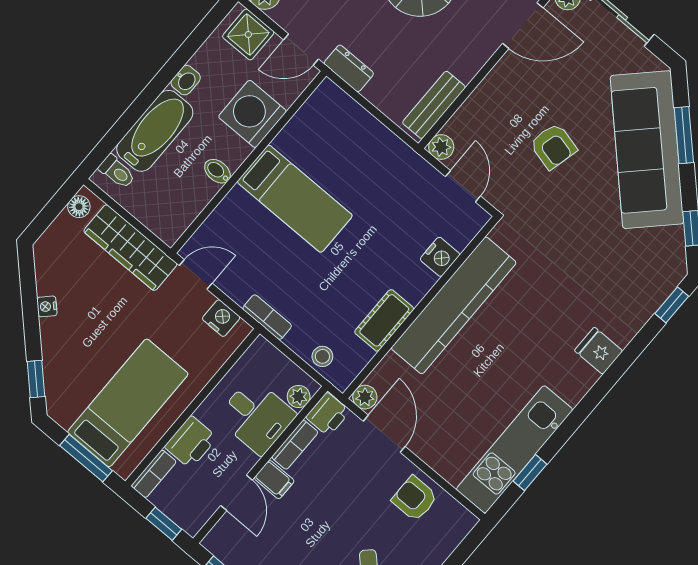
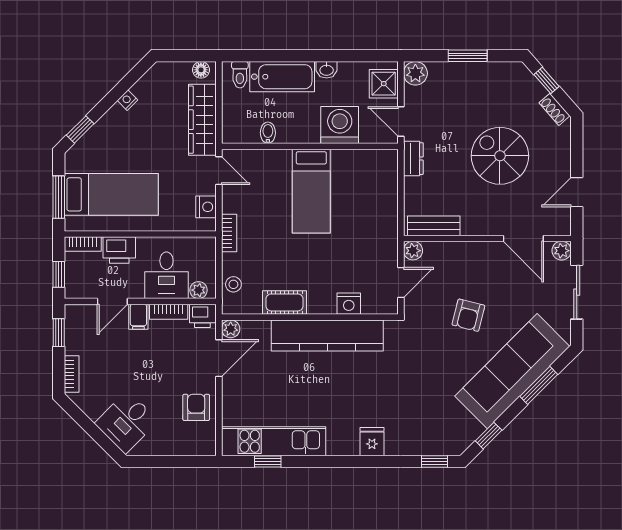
bidet: (217, 171) -> (268, 133), moved

